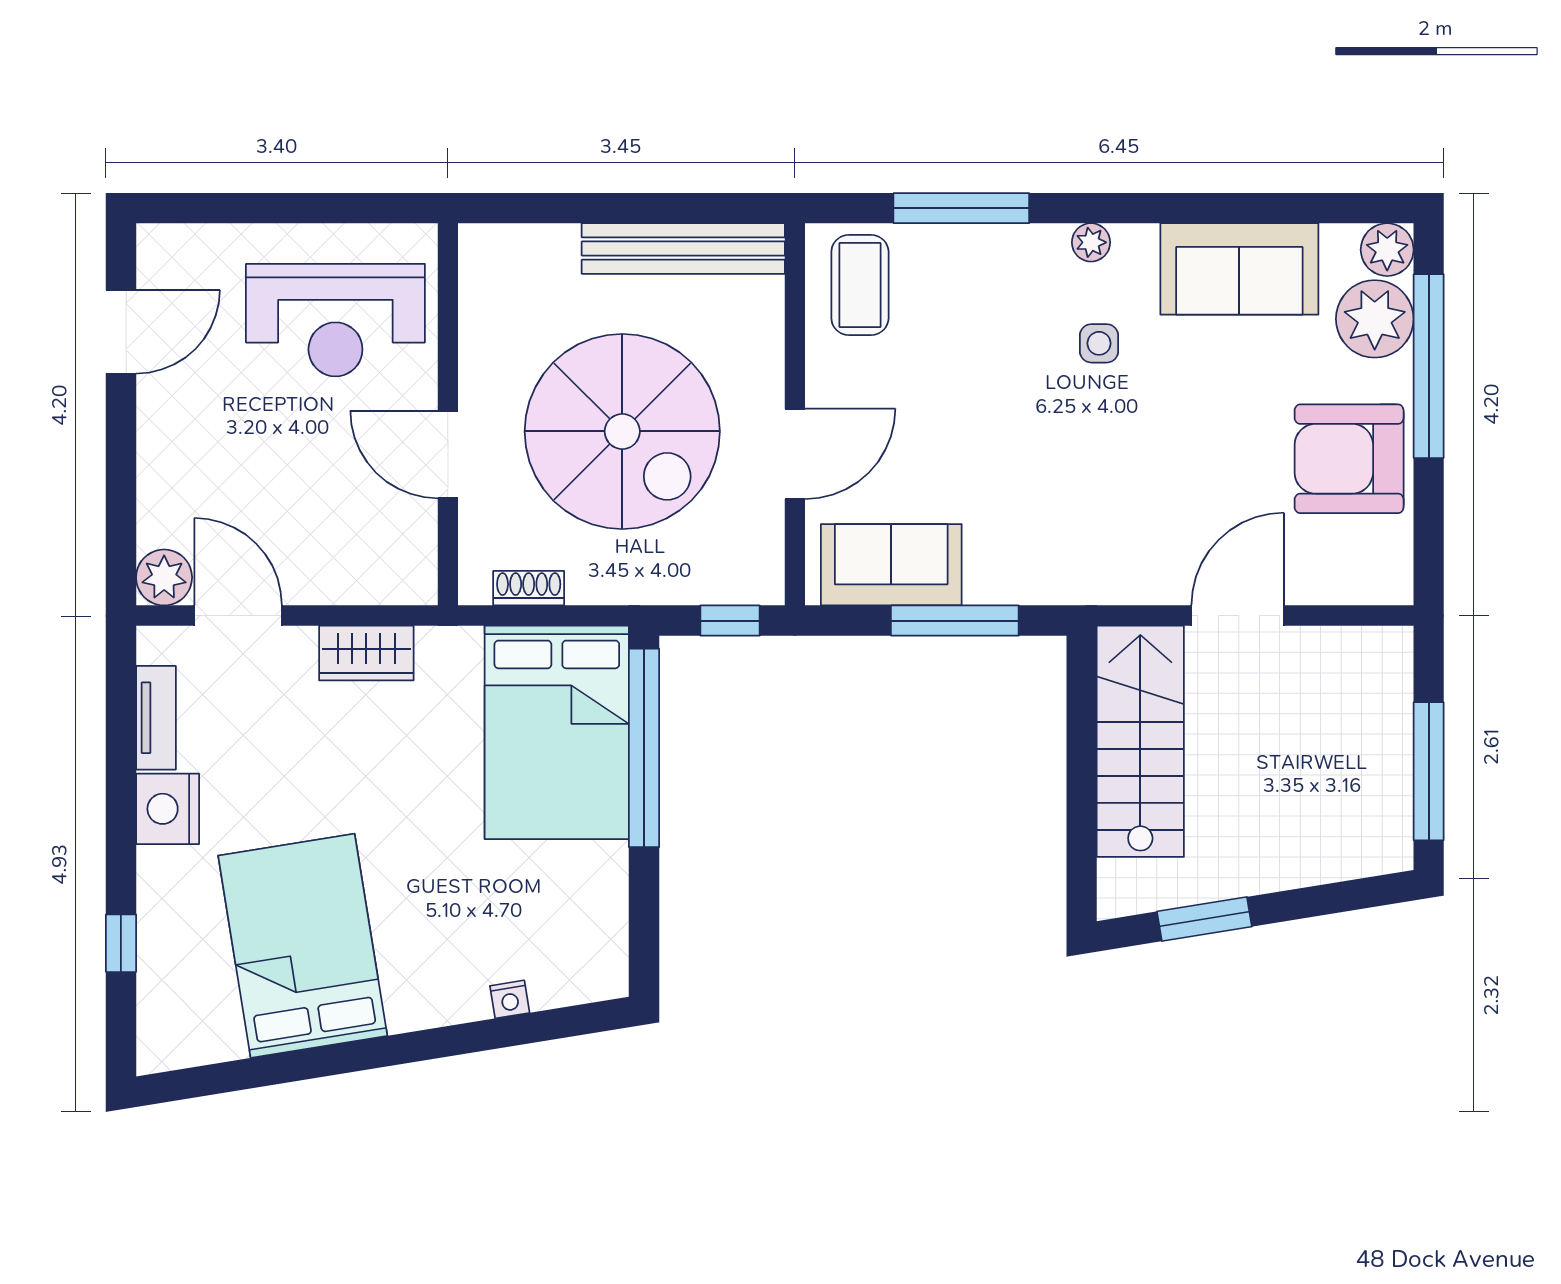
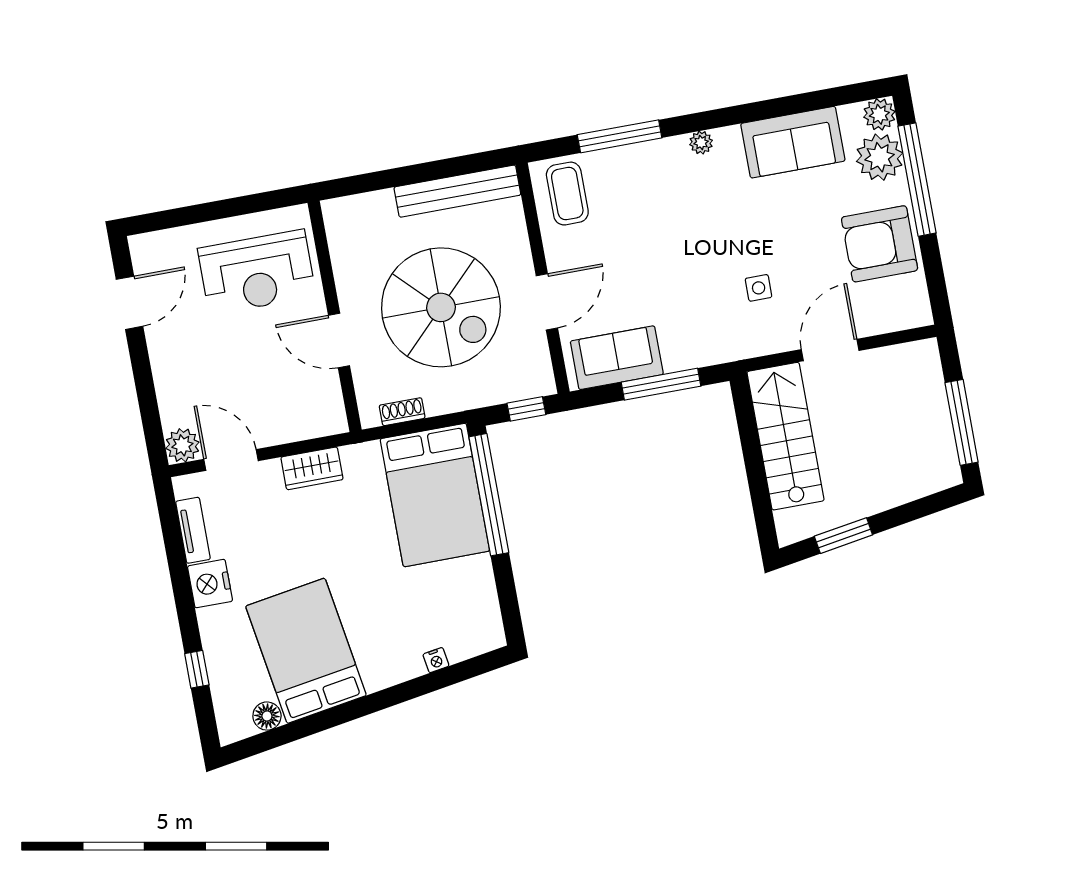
side table: (1099, 343) -> (759, 288), moved
floor lamp: (220, 1039) -> (267, 716), added

